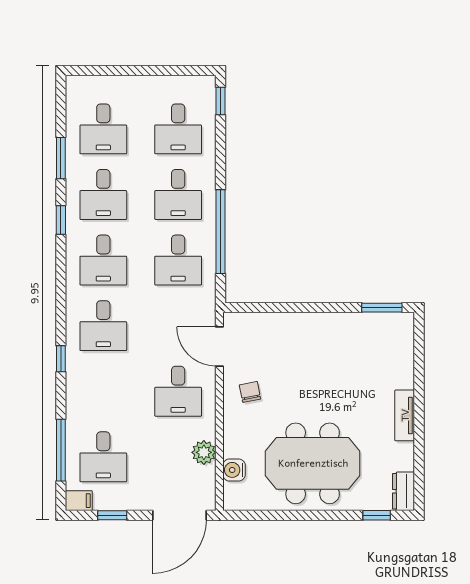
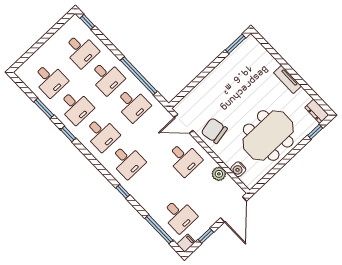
chair: (250, 392) -> (214, 131), width x1.87, depth x1.87

